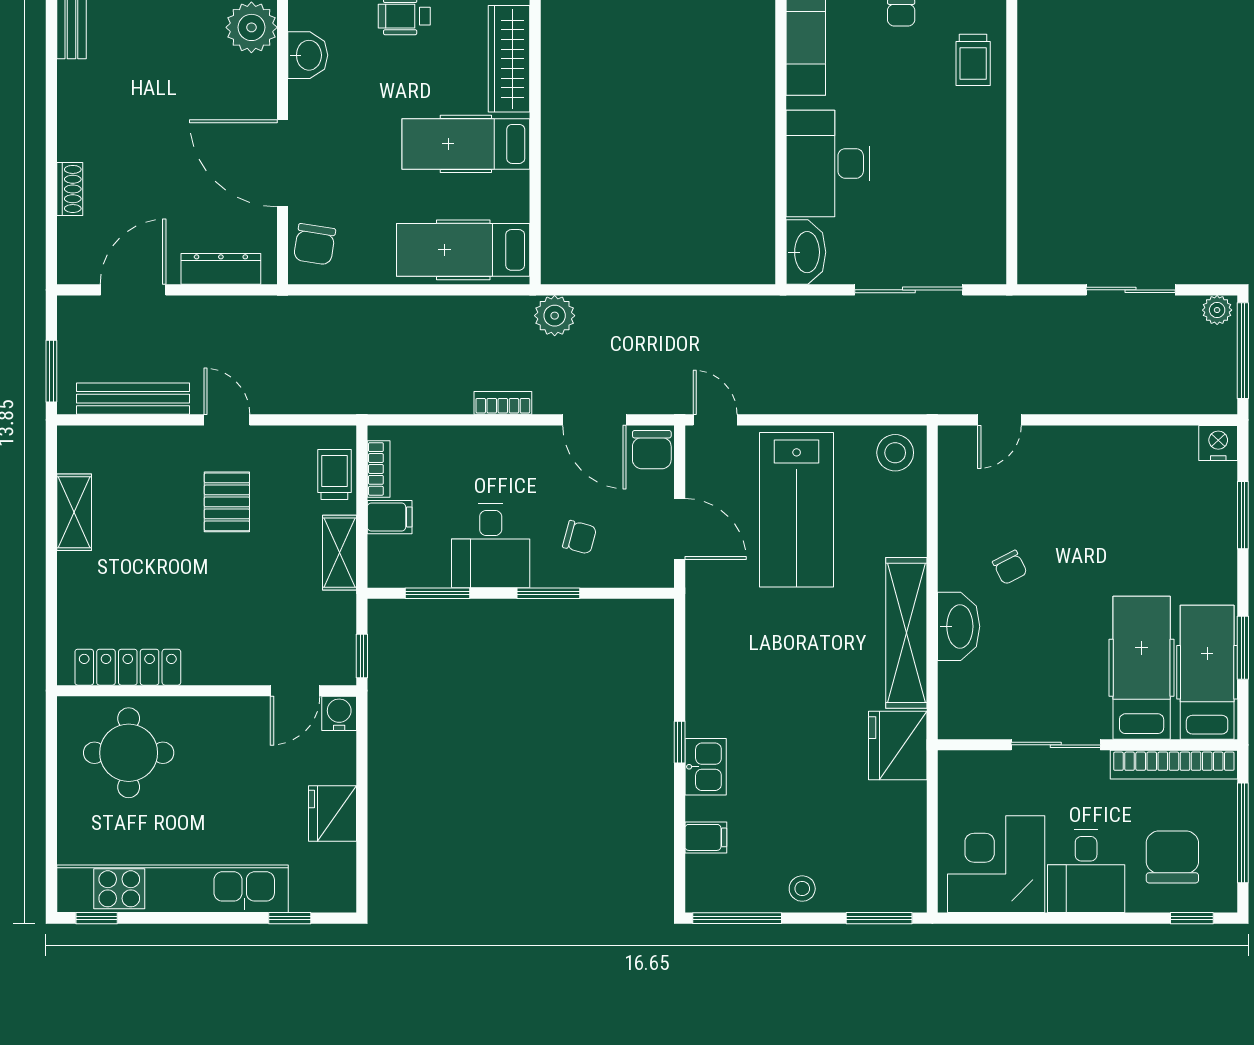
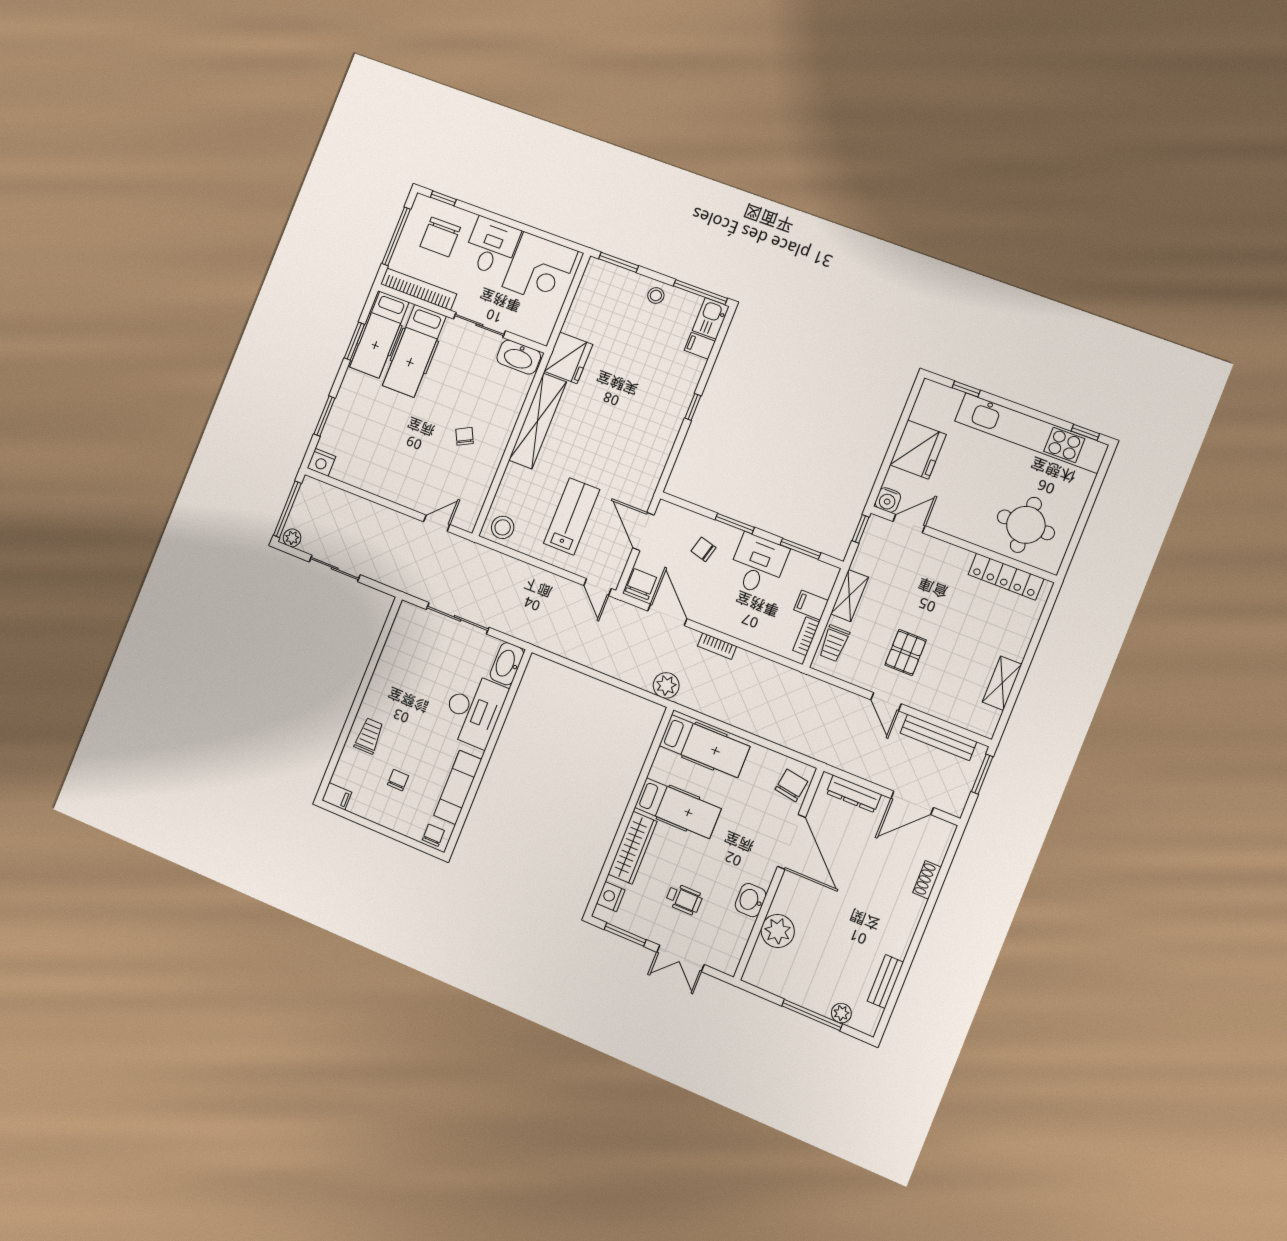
lab bench: (797, 510) -> (572, 516), width x0.73, depth x0.72
washbasin: (959, 626) -> (519, 357), moved, turned -90
kitchen sink: (706, 767) -> (711, 318), moved
fridge: (333, 813) -> (918, 450), width x1.36, depth x1.34

